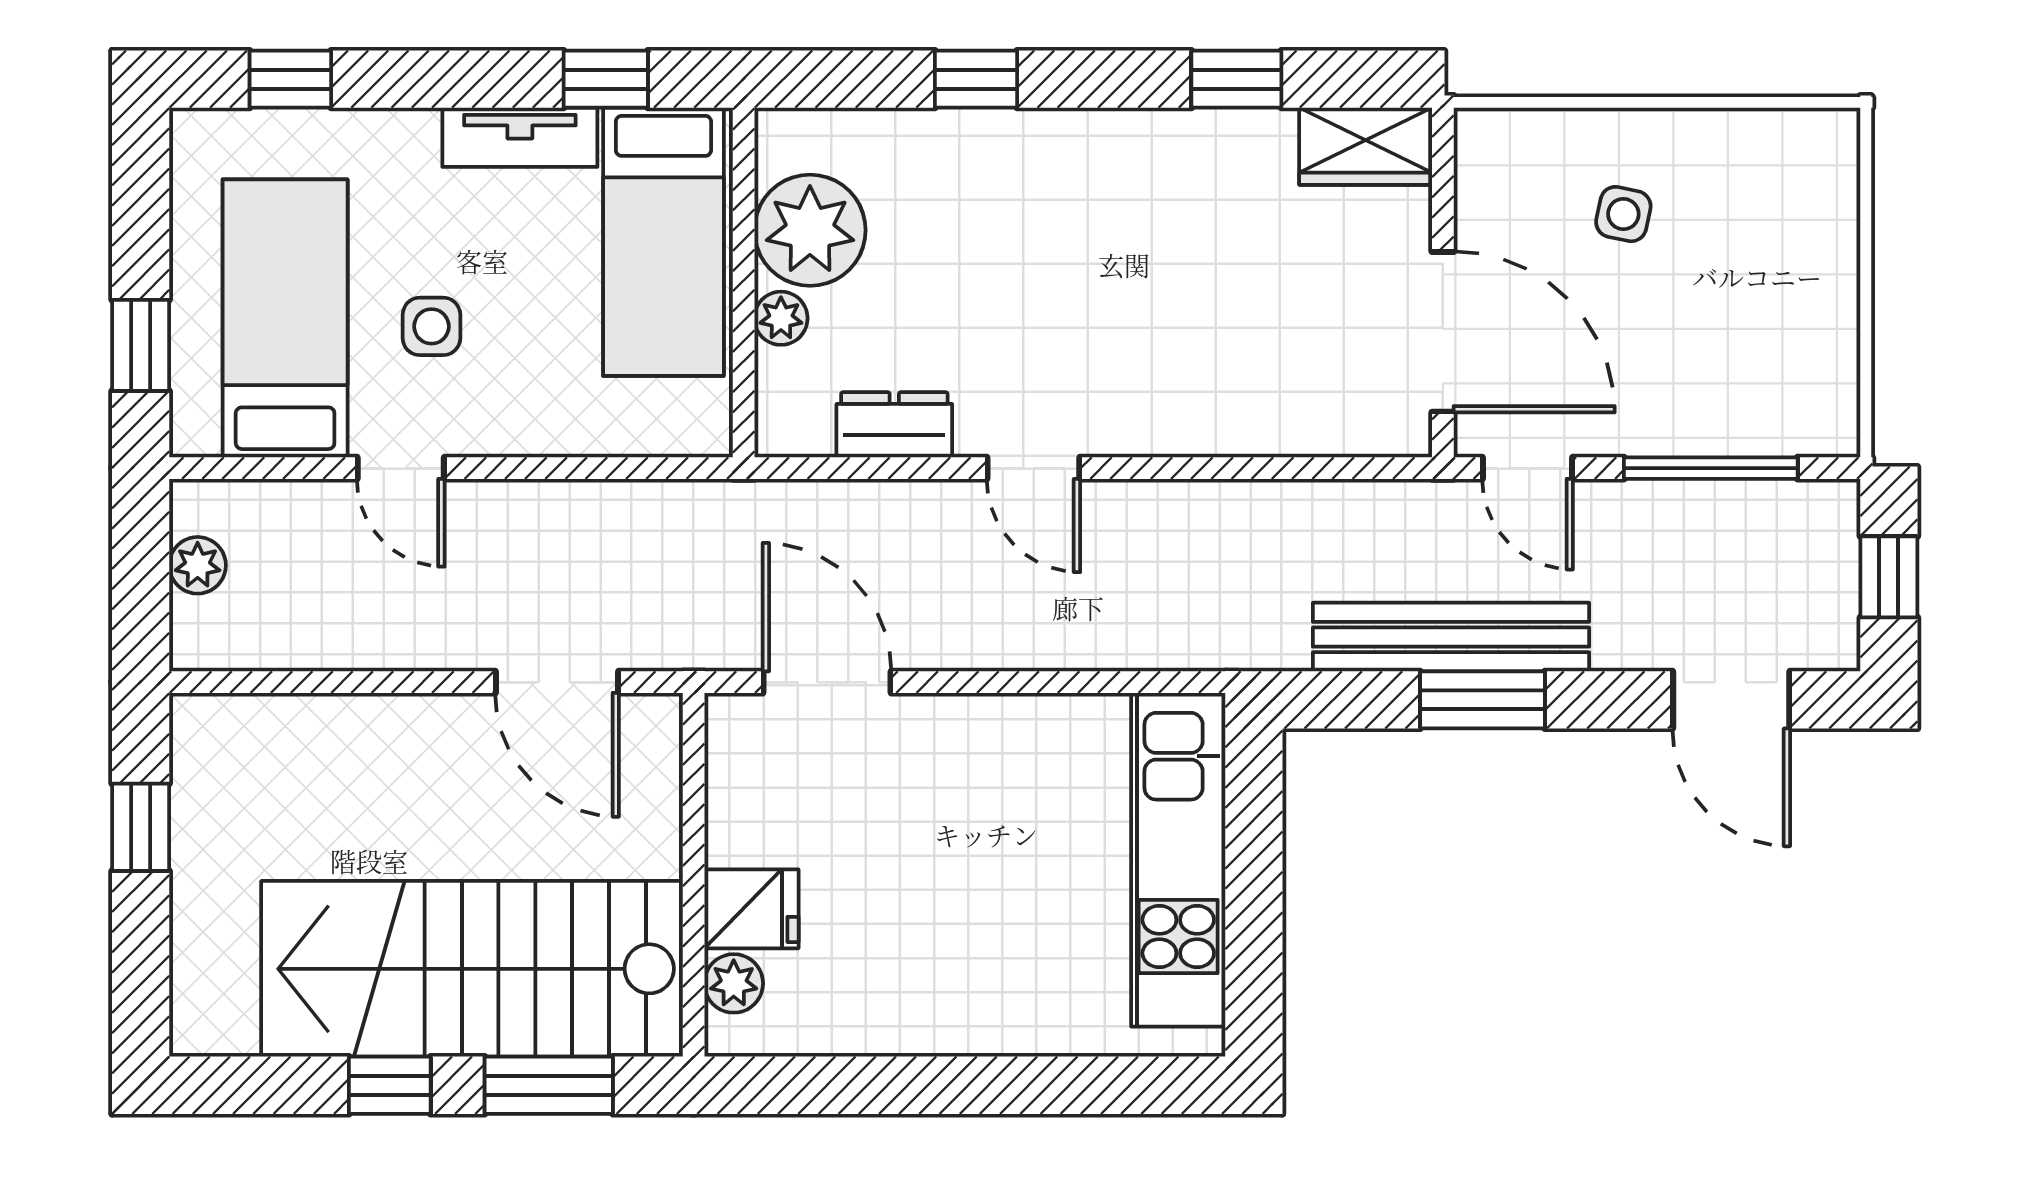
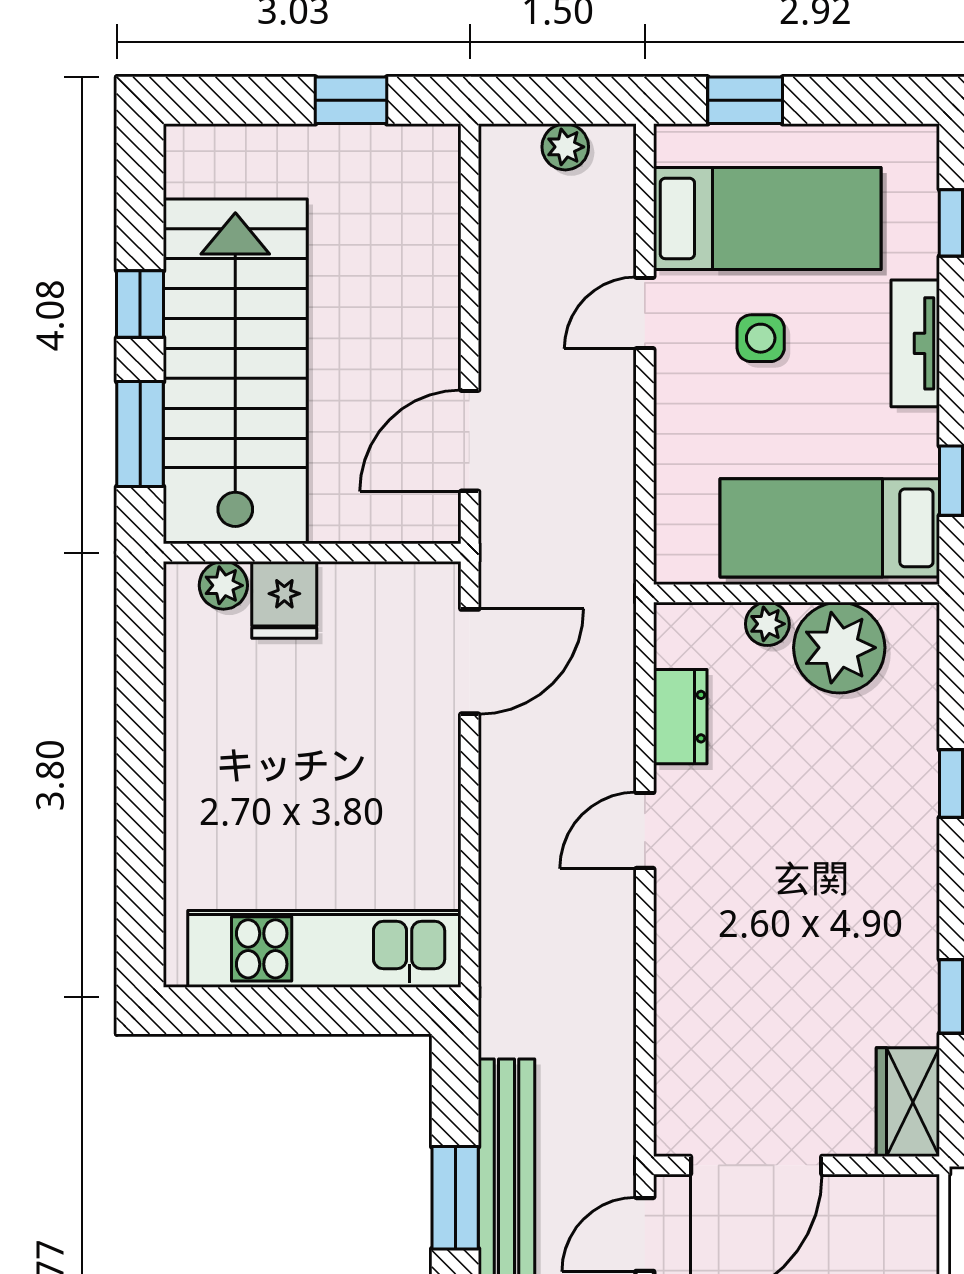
tv unit: (520, 137) -> (915, 343), moved

